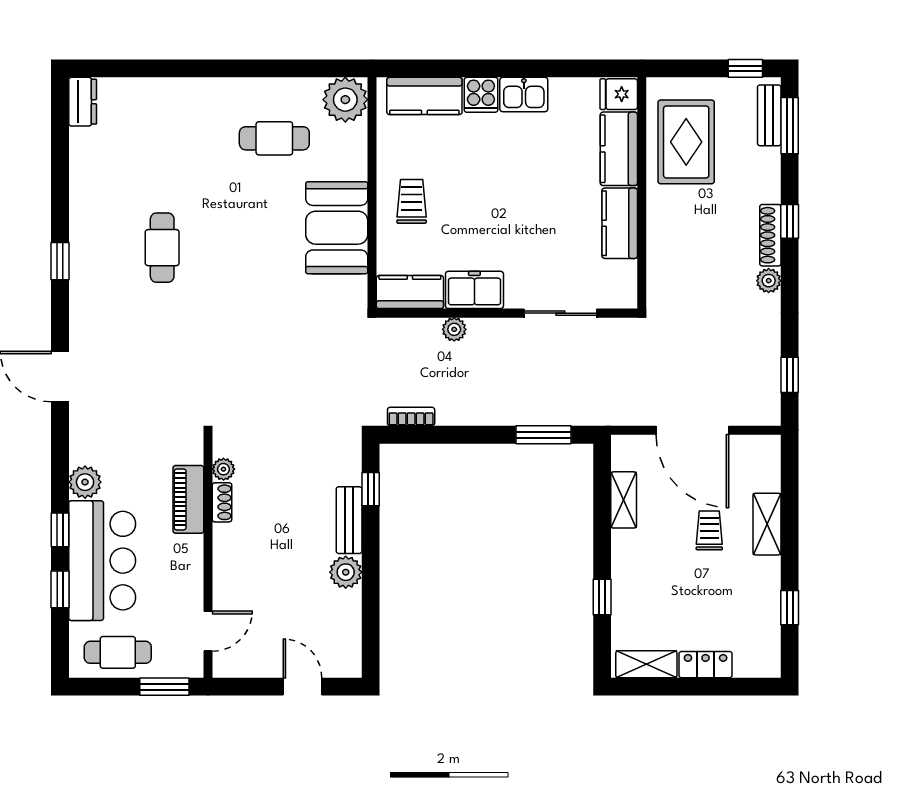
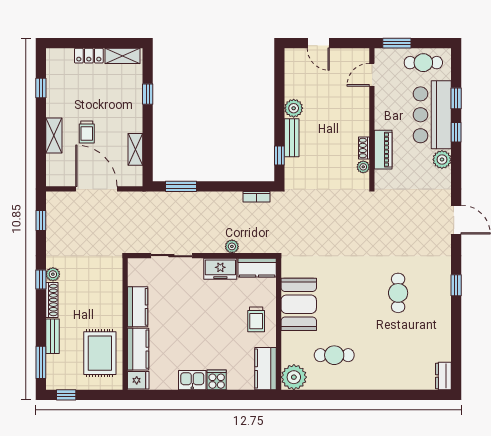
kitchen counter: (424, 96) -> (265, 369), moved, turned -90
bench: (769, 115) -> (53, 336), moved
window: (790, 221) -> (41, 279), moved

